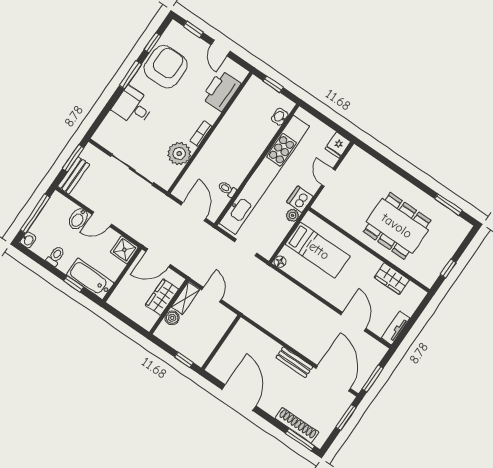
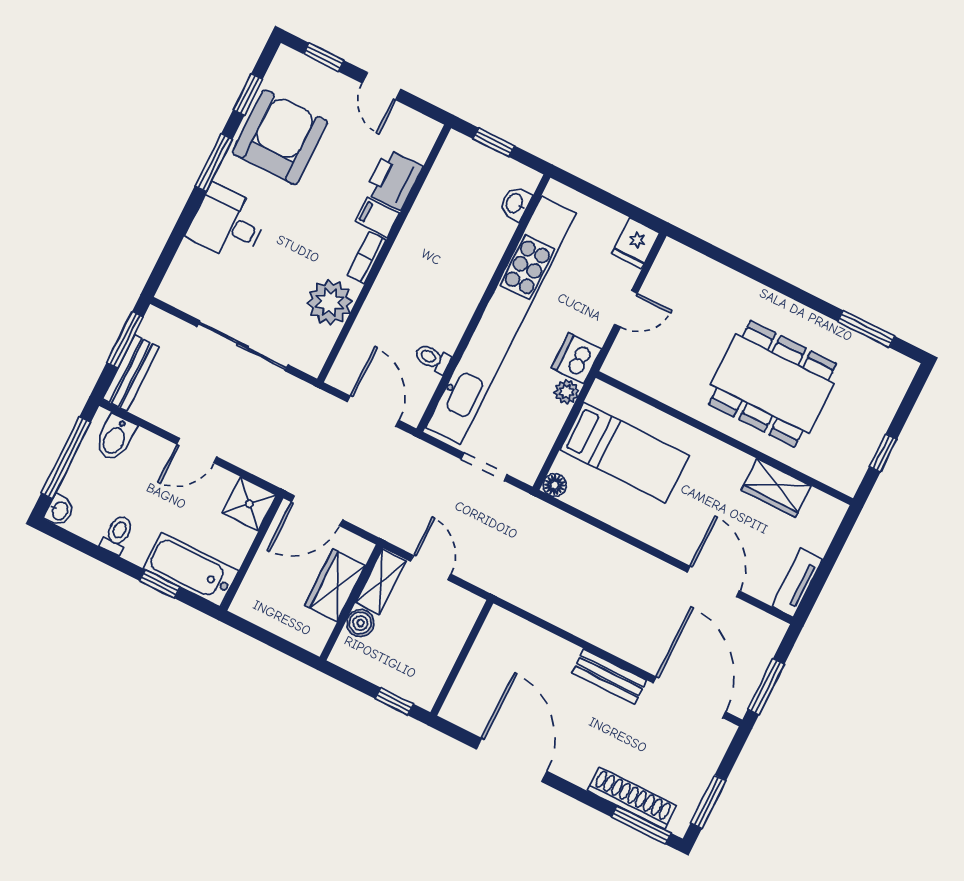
printer: (221, 91) -> (394, 179), width x0.73, depth x0.84
filing cabinet: (209, 114) -> (377, 217), added
door: (328, 178) -> (626, 309), swing flipped
bidet: (78, 219) -> (115, 438), moved
window: (346, 417) -> (708, 802), moved

